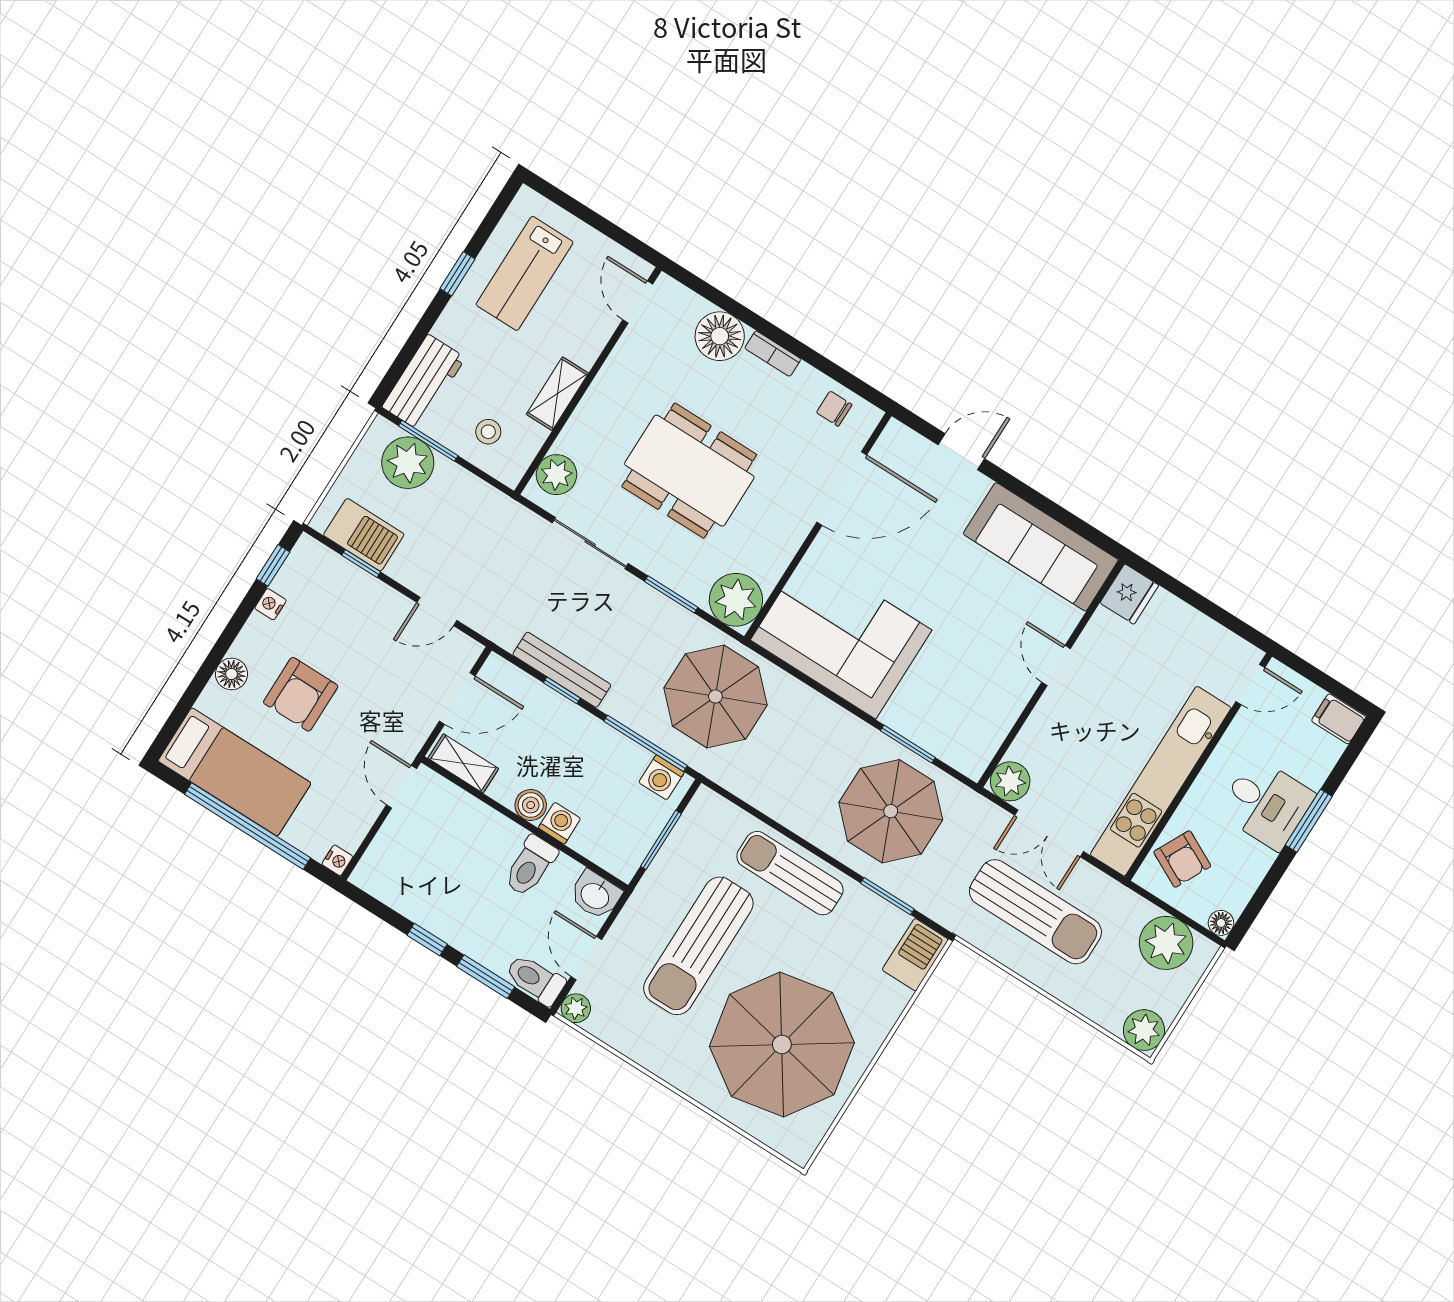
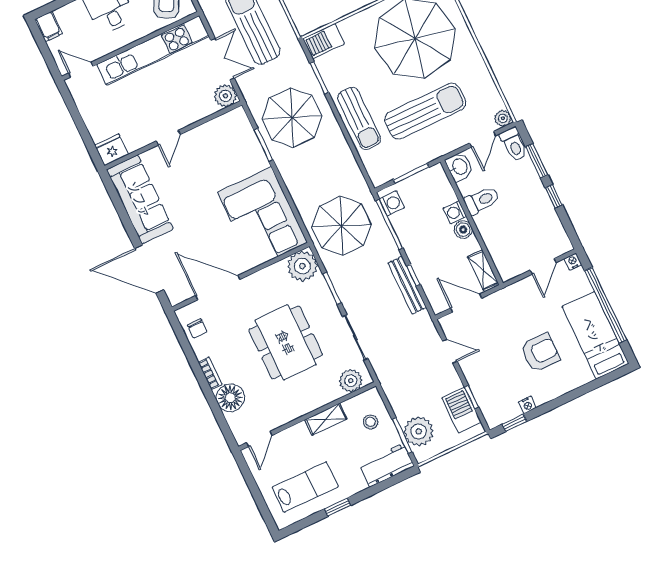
door: (961, 452) -> (149, 269), width x1.87
floor lamp: (232, 674) -> (567, 383), removed
door: (401, 787) -> (543, 266), moved

